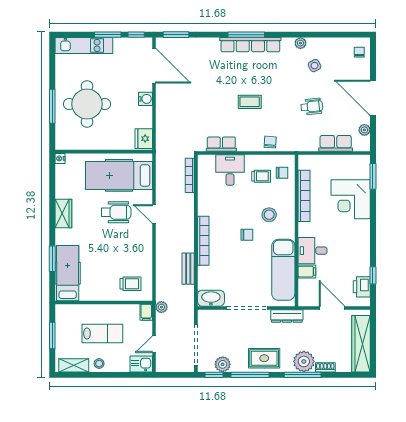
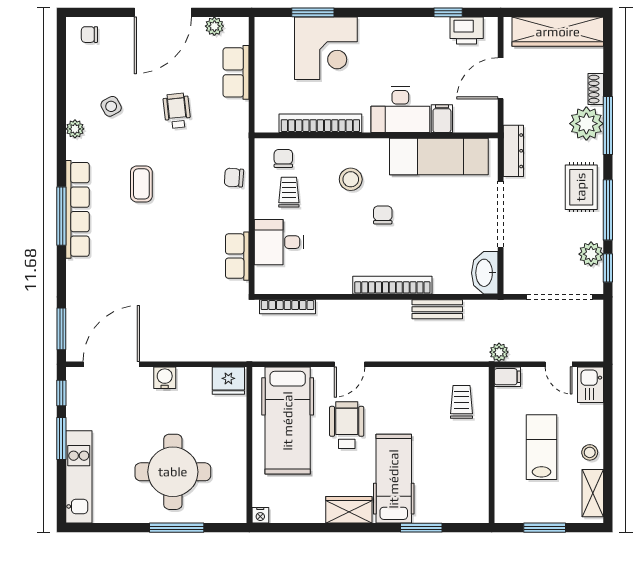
coffee table: (250, 102) -> (141, 184), moved
window: (373, 176) -> (313, 12), moved
desk: (312, 251) -> (400, 110), width x1.37
hospital bed: (68, 273) -> (394, 479), moved, turned 90

